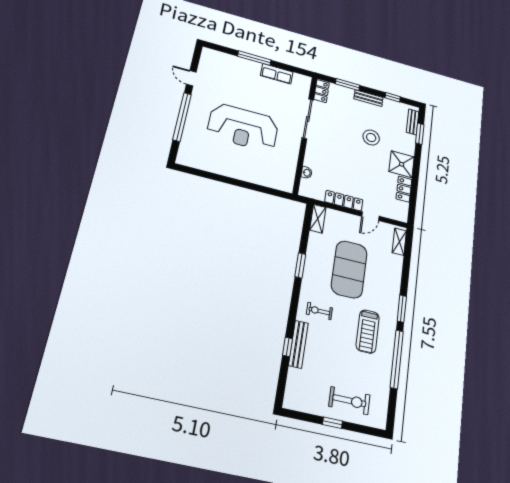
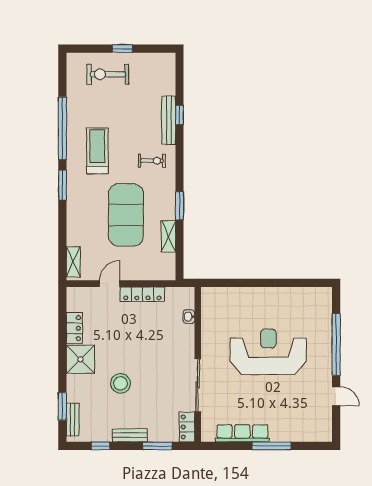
row of seats: (277, 74) -> (242, 433), width x1.48
shelving: (318, 219) -> (168, 236), moved

